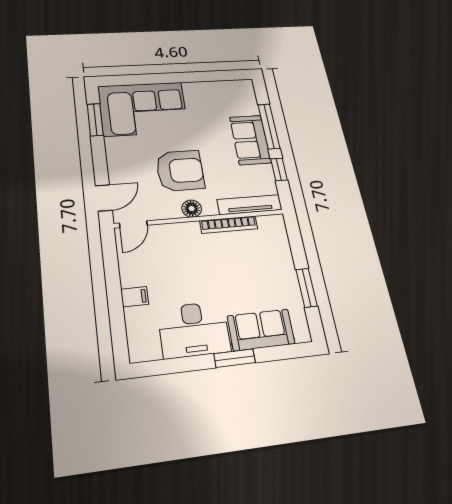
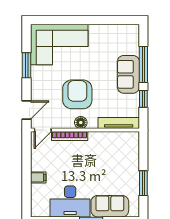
window: (95, 120) -> (27, 65), moved
armchair: (180, 171) -> (77, 94), turned -90
bookcase: (229, 225) -> (70, 136), moved

